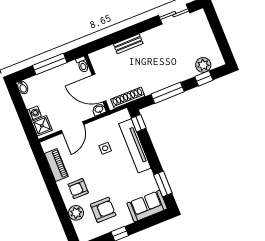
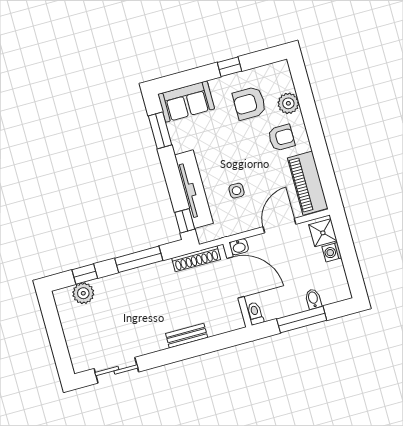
bidet: (23, 87) -> (313, 299), moved
piano: (56, 165) -> (308, 183), width x1.37, depth x1.33

